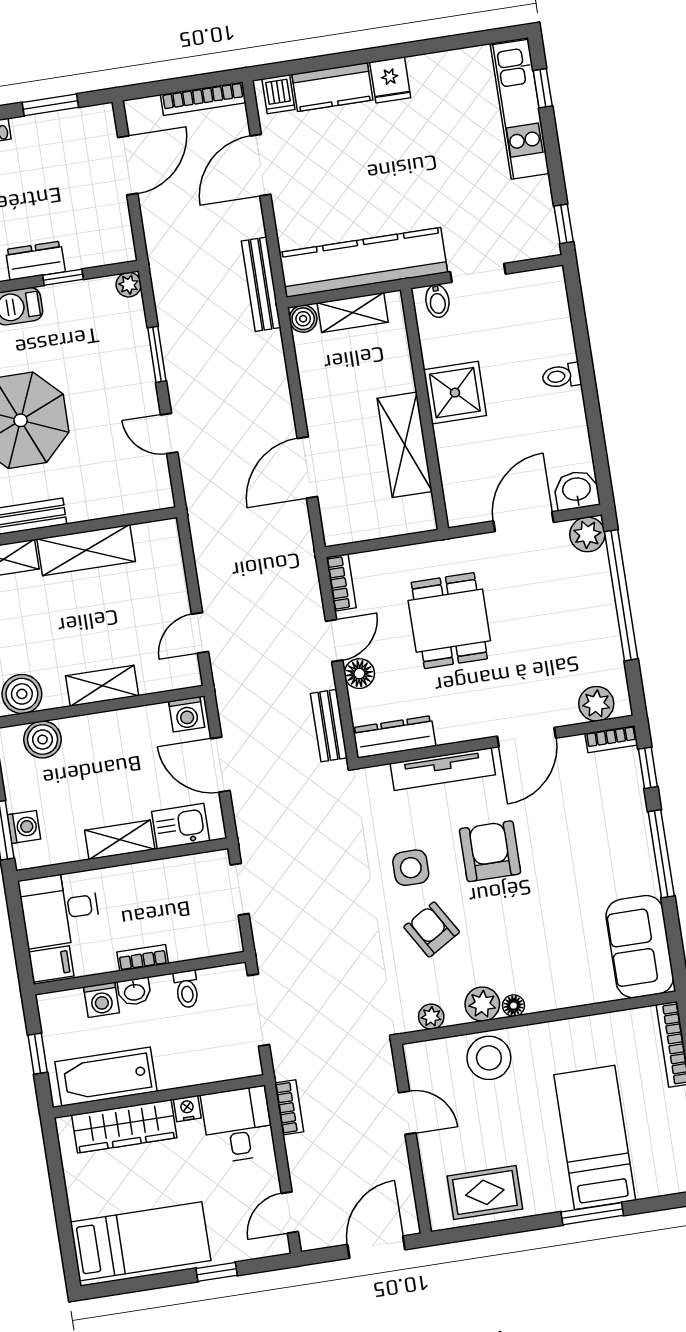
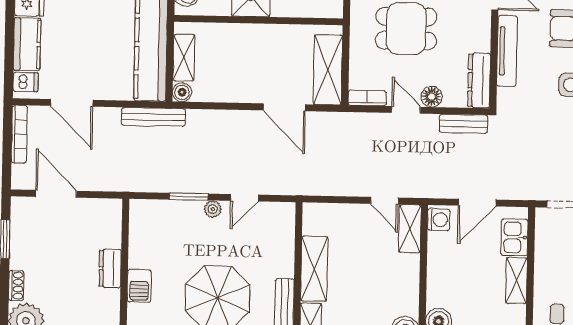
window: (63, 277) -> (125, 252), removed
plant: (129, 285) -> (213, 209), moved
shelving: (405, 445) -> (328, 70), moved, turned 90
shelving: (102, 686) -> (410, 229), moved

